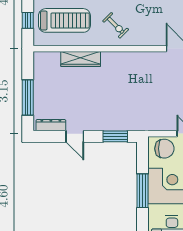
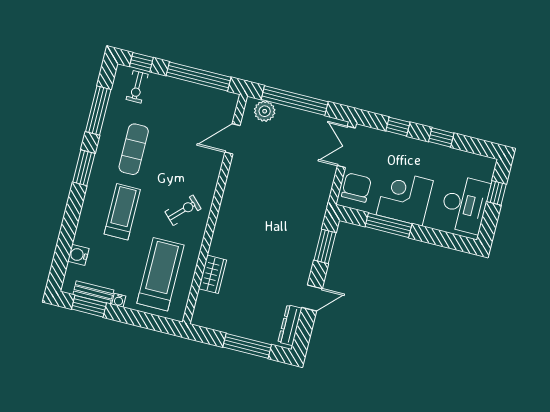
window: (28, 20) -> (148, 321), removed
wardrobe: (81, 59) -> (213, 274), width x0.67
window: (143, 191) -> (389, 225), moved

